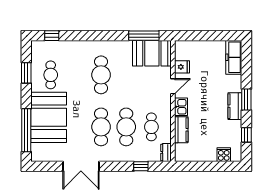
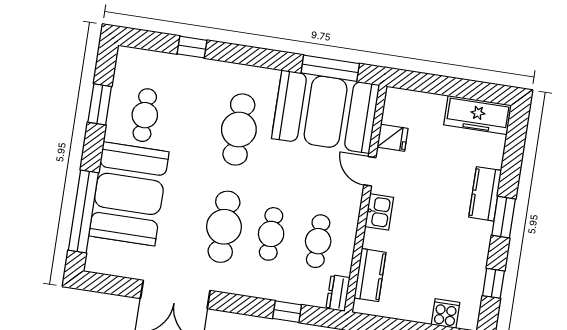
window: (52, 36) -> (192, 47), moved
booth: (152, 53) -> (326, 112), width x1.36, depth x1.42
freezer: (234, 57) -> (478, 115), moved, turned -90
door: (173, 86) -> (370, 171), swing flipped
kitchen counter: (235, 106) -> (485, 194), moved
cafe table: (126, 127) -> (271, 234), width x0.73, depth x0.74
kitchen counter: (181, 130) -> (370, 275), moved

